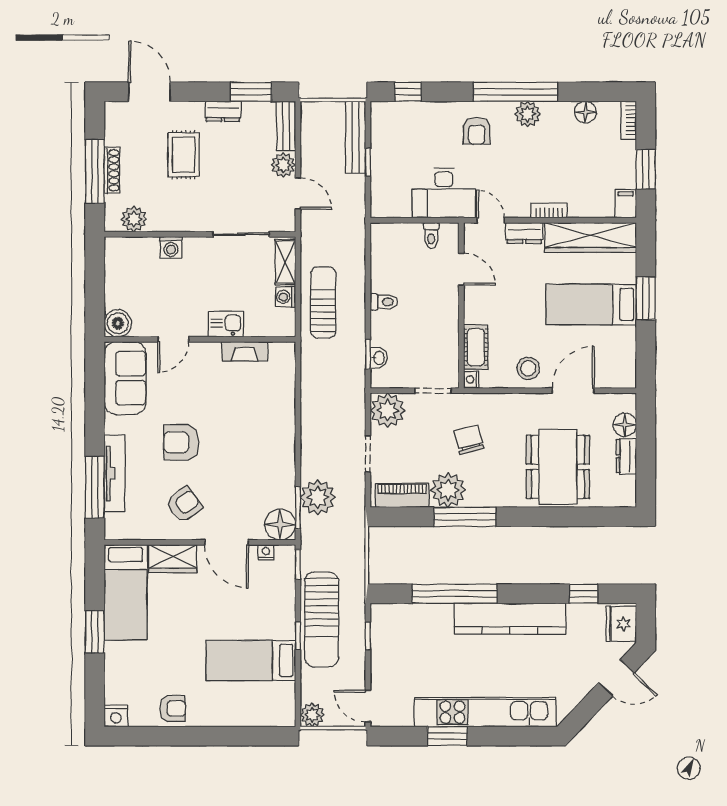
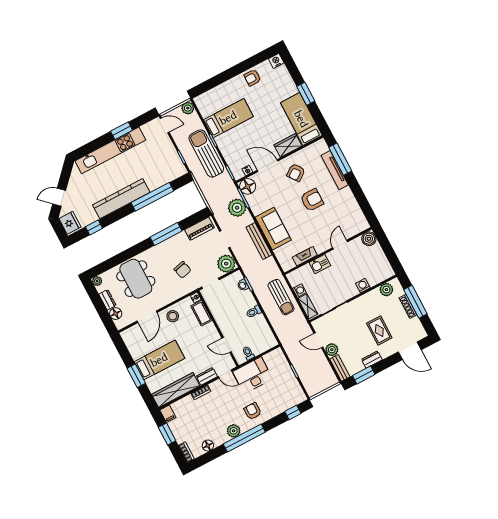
bench: (356, 137) -> (259, 241), moved
sofa: (125, 378) -> (273, 229), moved, turned 180
plant: (448, 490) -> (97, 281), moved, width x0.53, depth x0.53

